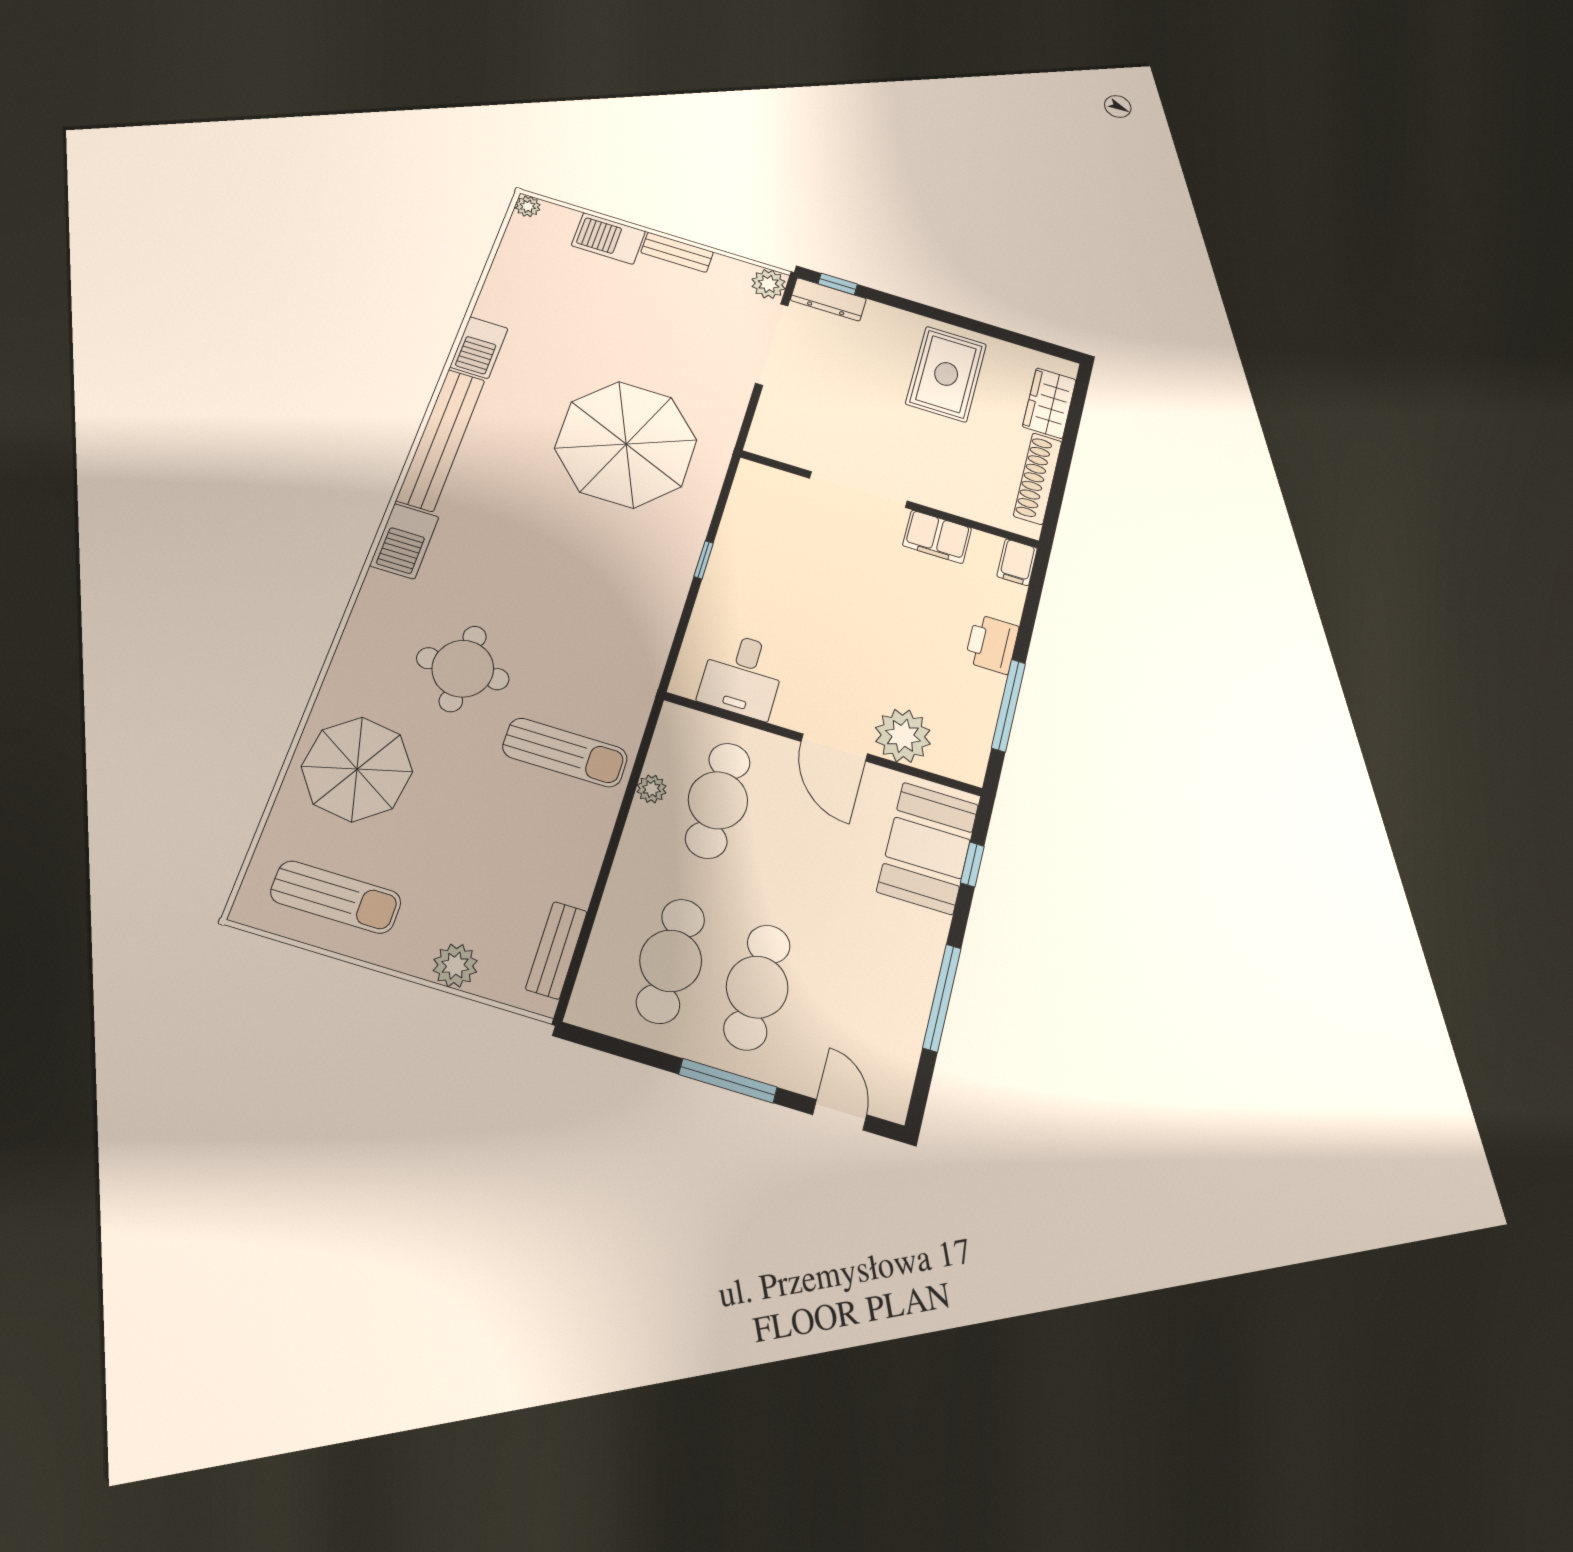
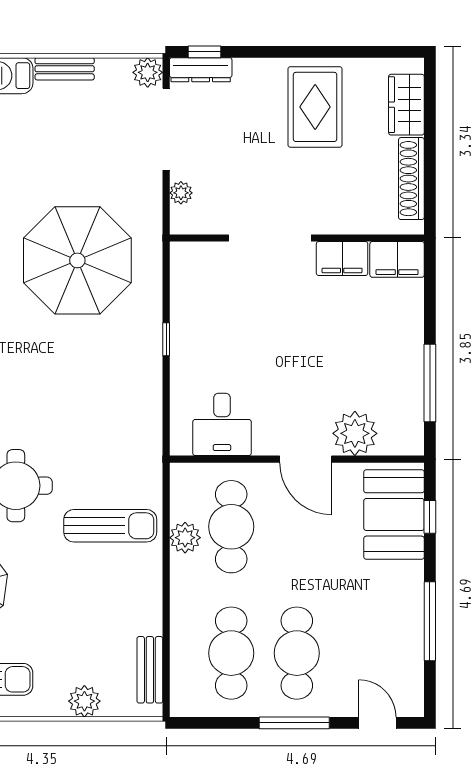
plant: (769, 412) -> (181, 193), added
filing cabinet: (1017, 562) -> (397, 259), width x2.00
printer: (992, 644) -> (406, 336), removed
plant: (652, 789) -> (185, 538), width x1.38, depth x1.38

